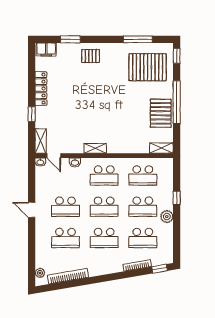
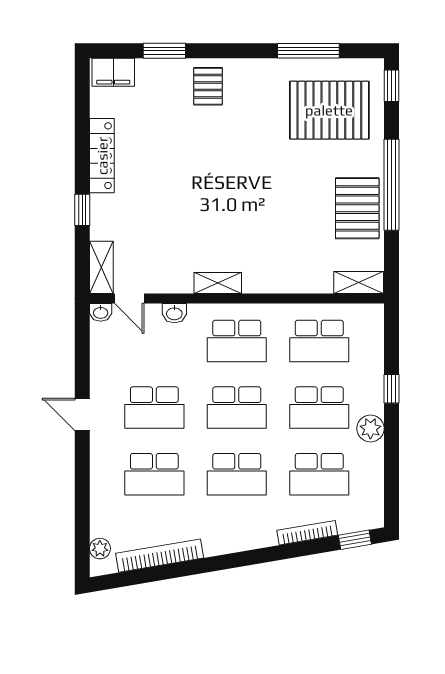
pallet: (91, 56) -> (208, 86), turned 90

